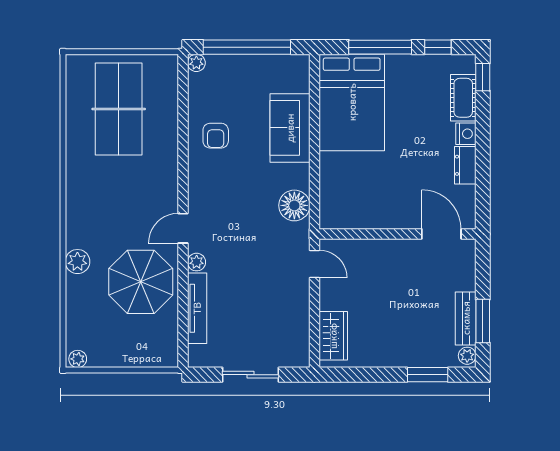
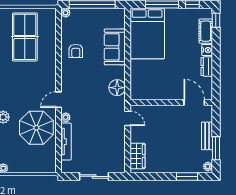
bench: (466, 318) -> (207, 136), moved

